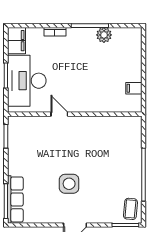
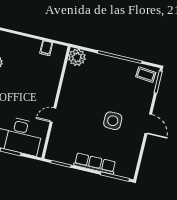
plant: (132, 126) -> (77, 57), added
row of seats: (15, 199) -> (95, 164), moved

